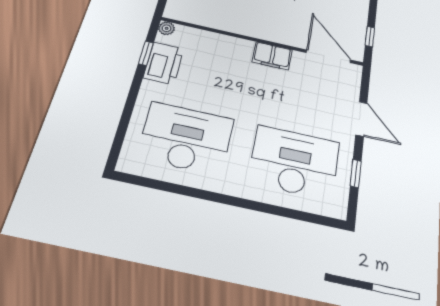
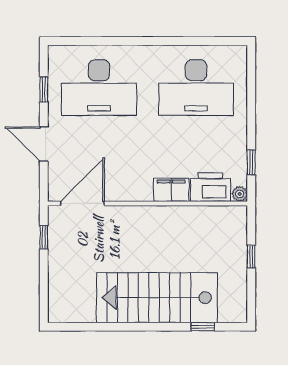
filing cabinet: (272, 56) -> (171, 190), moved
door: (328, 56) -> (82, 203), swing flipped
printer: (164, 63) -> (211, 187), moved, turned 90

